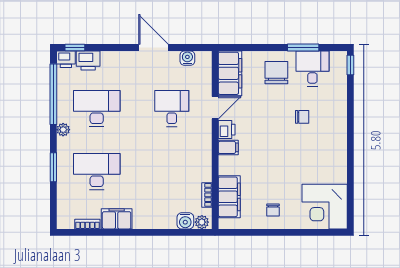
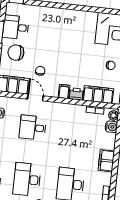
chair: (302, 117) -> (40, 71), moved
printer: (227, 130) -> (76, 94), moved
filing cabinet: (117, 219) -> (106, 161), moved

